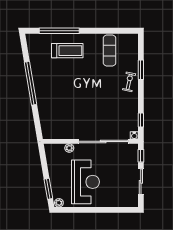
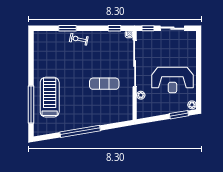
treadmill: (67, 51) -> (50, 97), width x1.37, depth x1.38
exercise mat: (110, 51) -> (104, 84), moved
reception desk: (85, 182) -> (172, 80), turned 180

